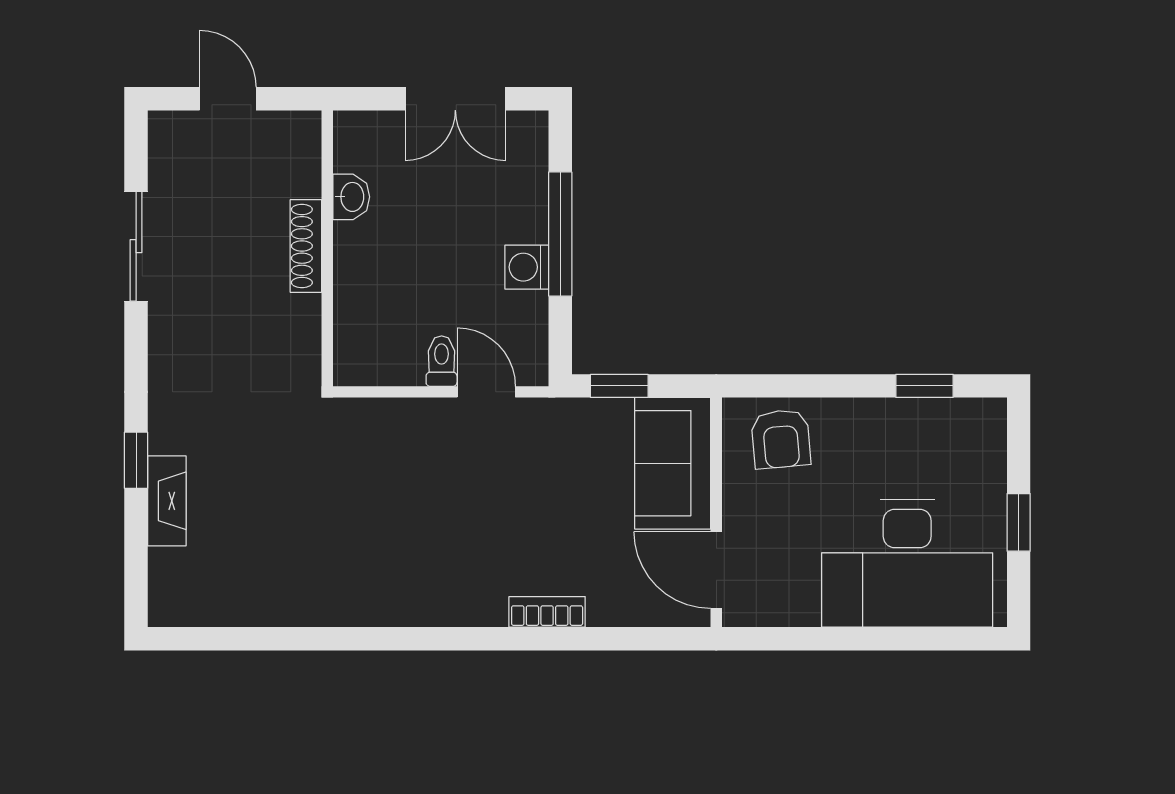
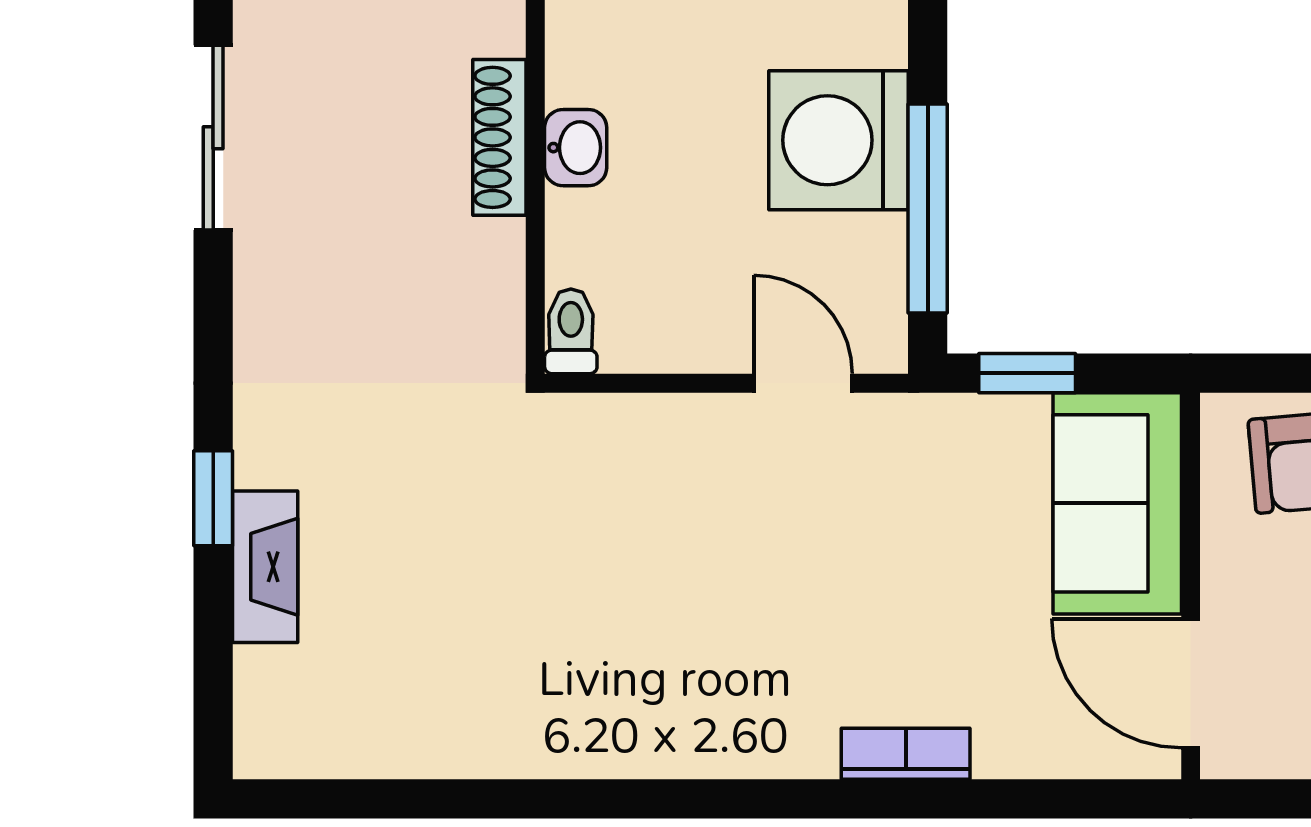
washbasin: (351, 197) -> (576, 148), moved
window: (560, 234) -> (928, 209), moved
washing machine: (527, 267) -> (839, 140), width x1.89, depth x1.89
toilet: (442, 361) -> (571, 331), moved

